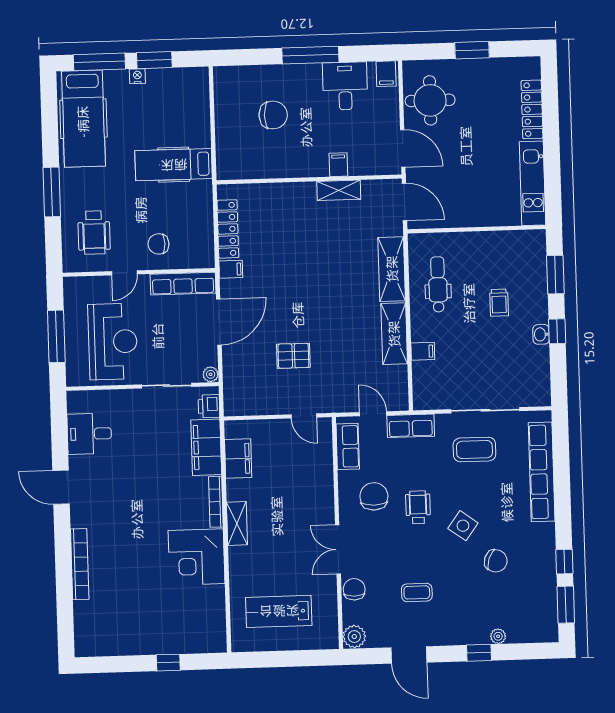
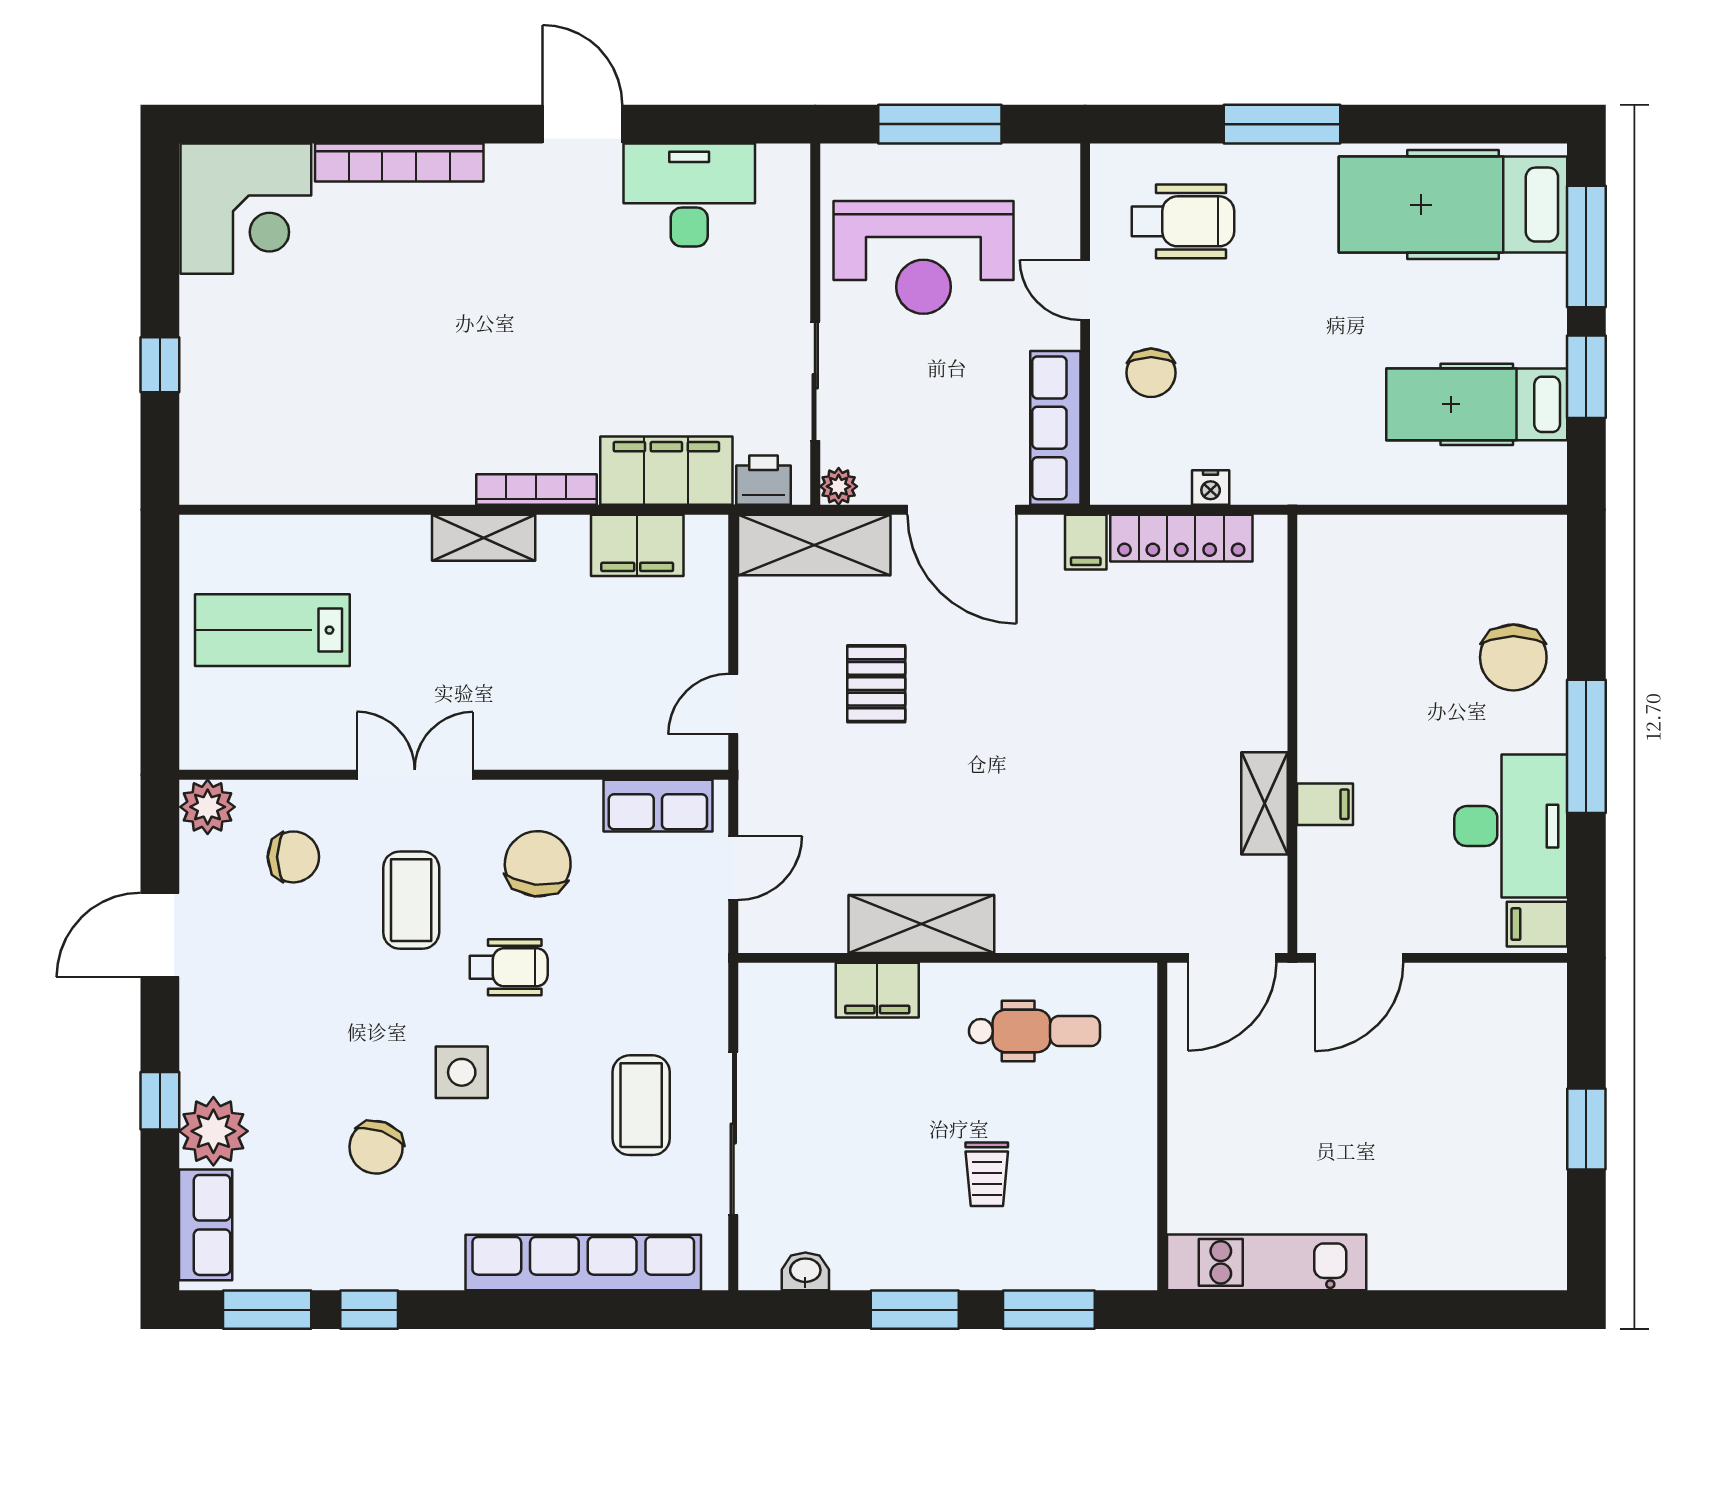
nightstand: (137, 76) -> (1211, 487), moved, turned 90
desk: (345, 86) -> (1511, 826), width x1.37
round table: (430, 100) -> (1470, 1026), removed
locker: (532, 109) -> (1442, 1267), removed
chair: (273, 115) -> (1513, 657), moved
hospital bed: (174, 165) -> (1477, 404), moved, turned -90
wheelchair: (94, 233) -> (1183, 221), turned 180
chair: (158, 244) -> (1151, 373), turned 180
shelving: (392, 269) -> (814, 545), moved
trolley: (499, 303) -> (987, 1174), turned -90
window: (557, 331) -> (915, 1310), width x1.50
washbasin: (541, 334) -> (805, 1271), moved
filing cabinet: (423, 351) -> (877, 990), width x2.00
row of seats: (411, 426) -> (206, 1225), moved, turned 180
desk: (89, 434) -> (689, 195), width x1.37
door: (61, 487) -> (583, 124), hinge flipped
chair: (374, 496) -> (538, 864), turned -84
side table: (463, 526) -> (462, 1072), turned -36
corner desk: (197, 557) -> (246, 209), moved, turned 180
chair: (354, 589) -> (293, 857), moved
coffee table: (417, 592) -> (411, 900), moved, width x1.36, depth x1.30
lab bench: (279, 611) -> (272, 630), turned -90
plant: (498, 636) -> (213, 1131), width x1.88, depth x1.88

